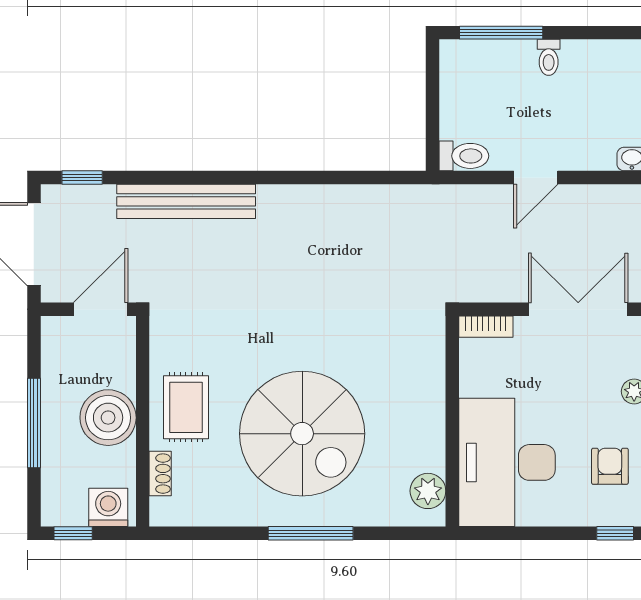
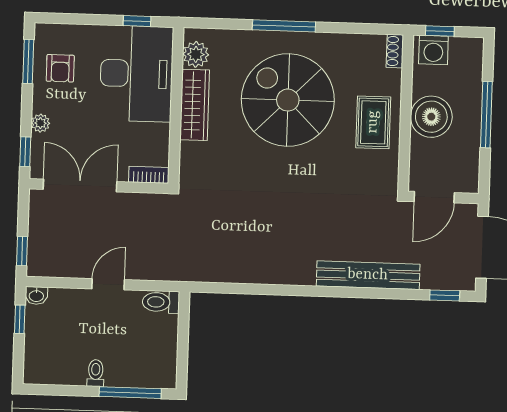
double door: (578, 309) -> (80, 185), swing flipped
wardrobe: (427, 423) -> (195, 105), added
shoe rack: (160, 474) -> (395, 51), moved
window: (73, 533) -> (440, 31), moved
window: (615, 533) -> (137, 21), moved

